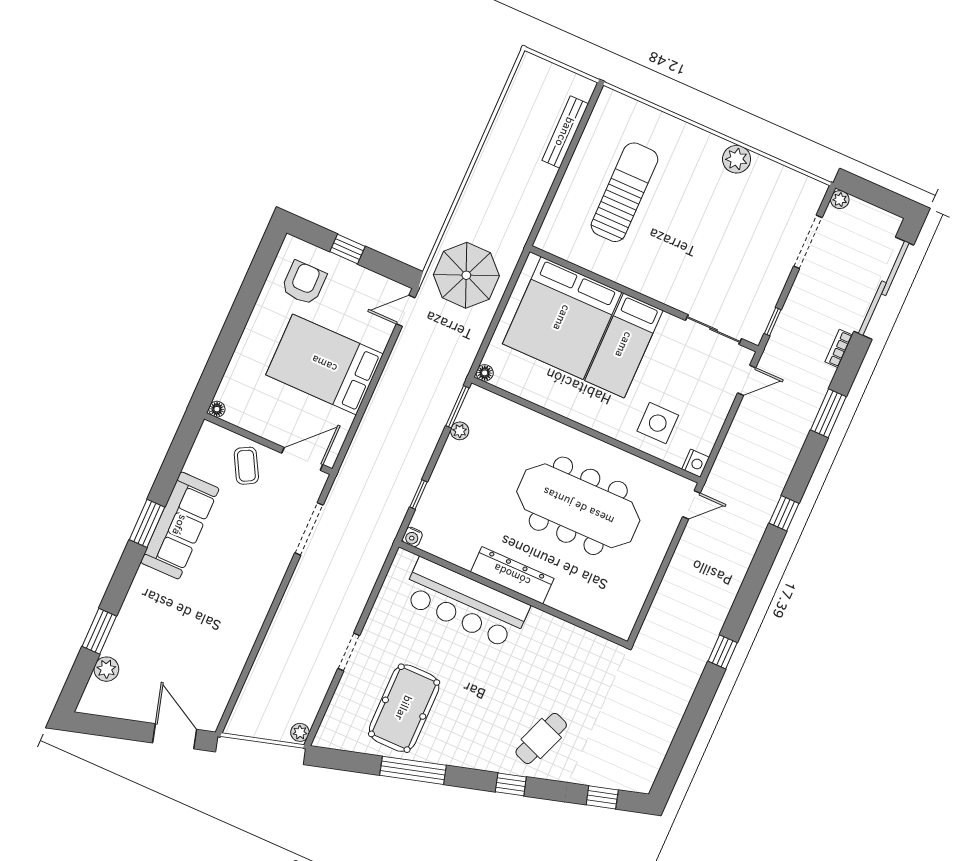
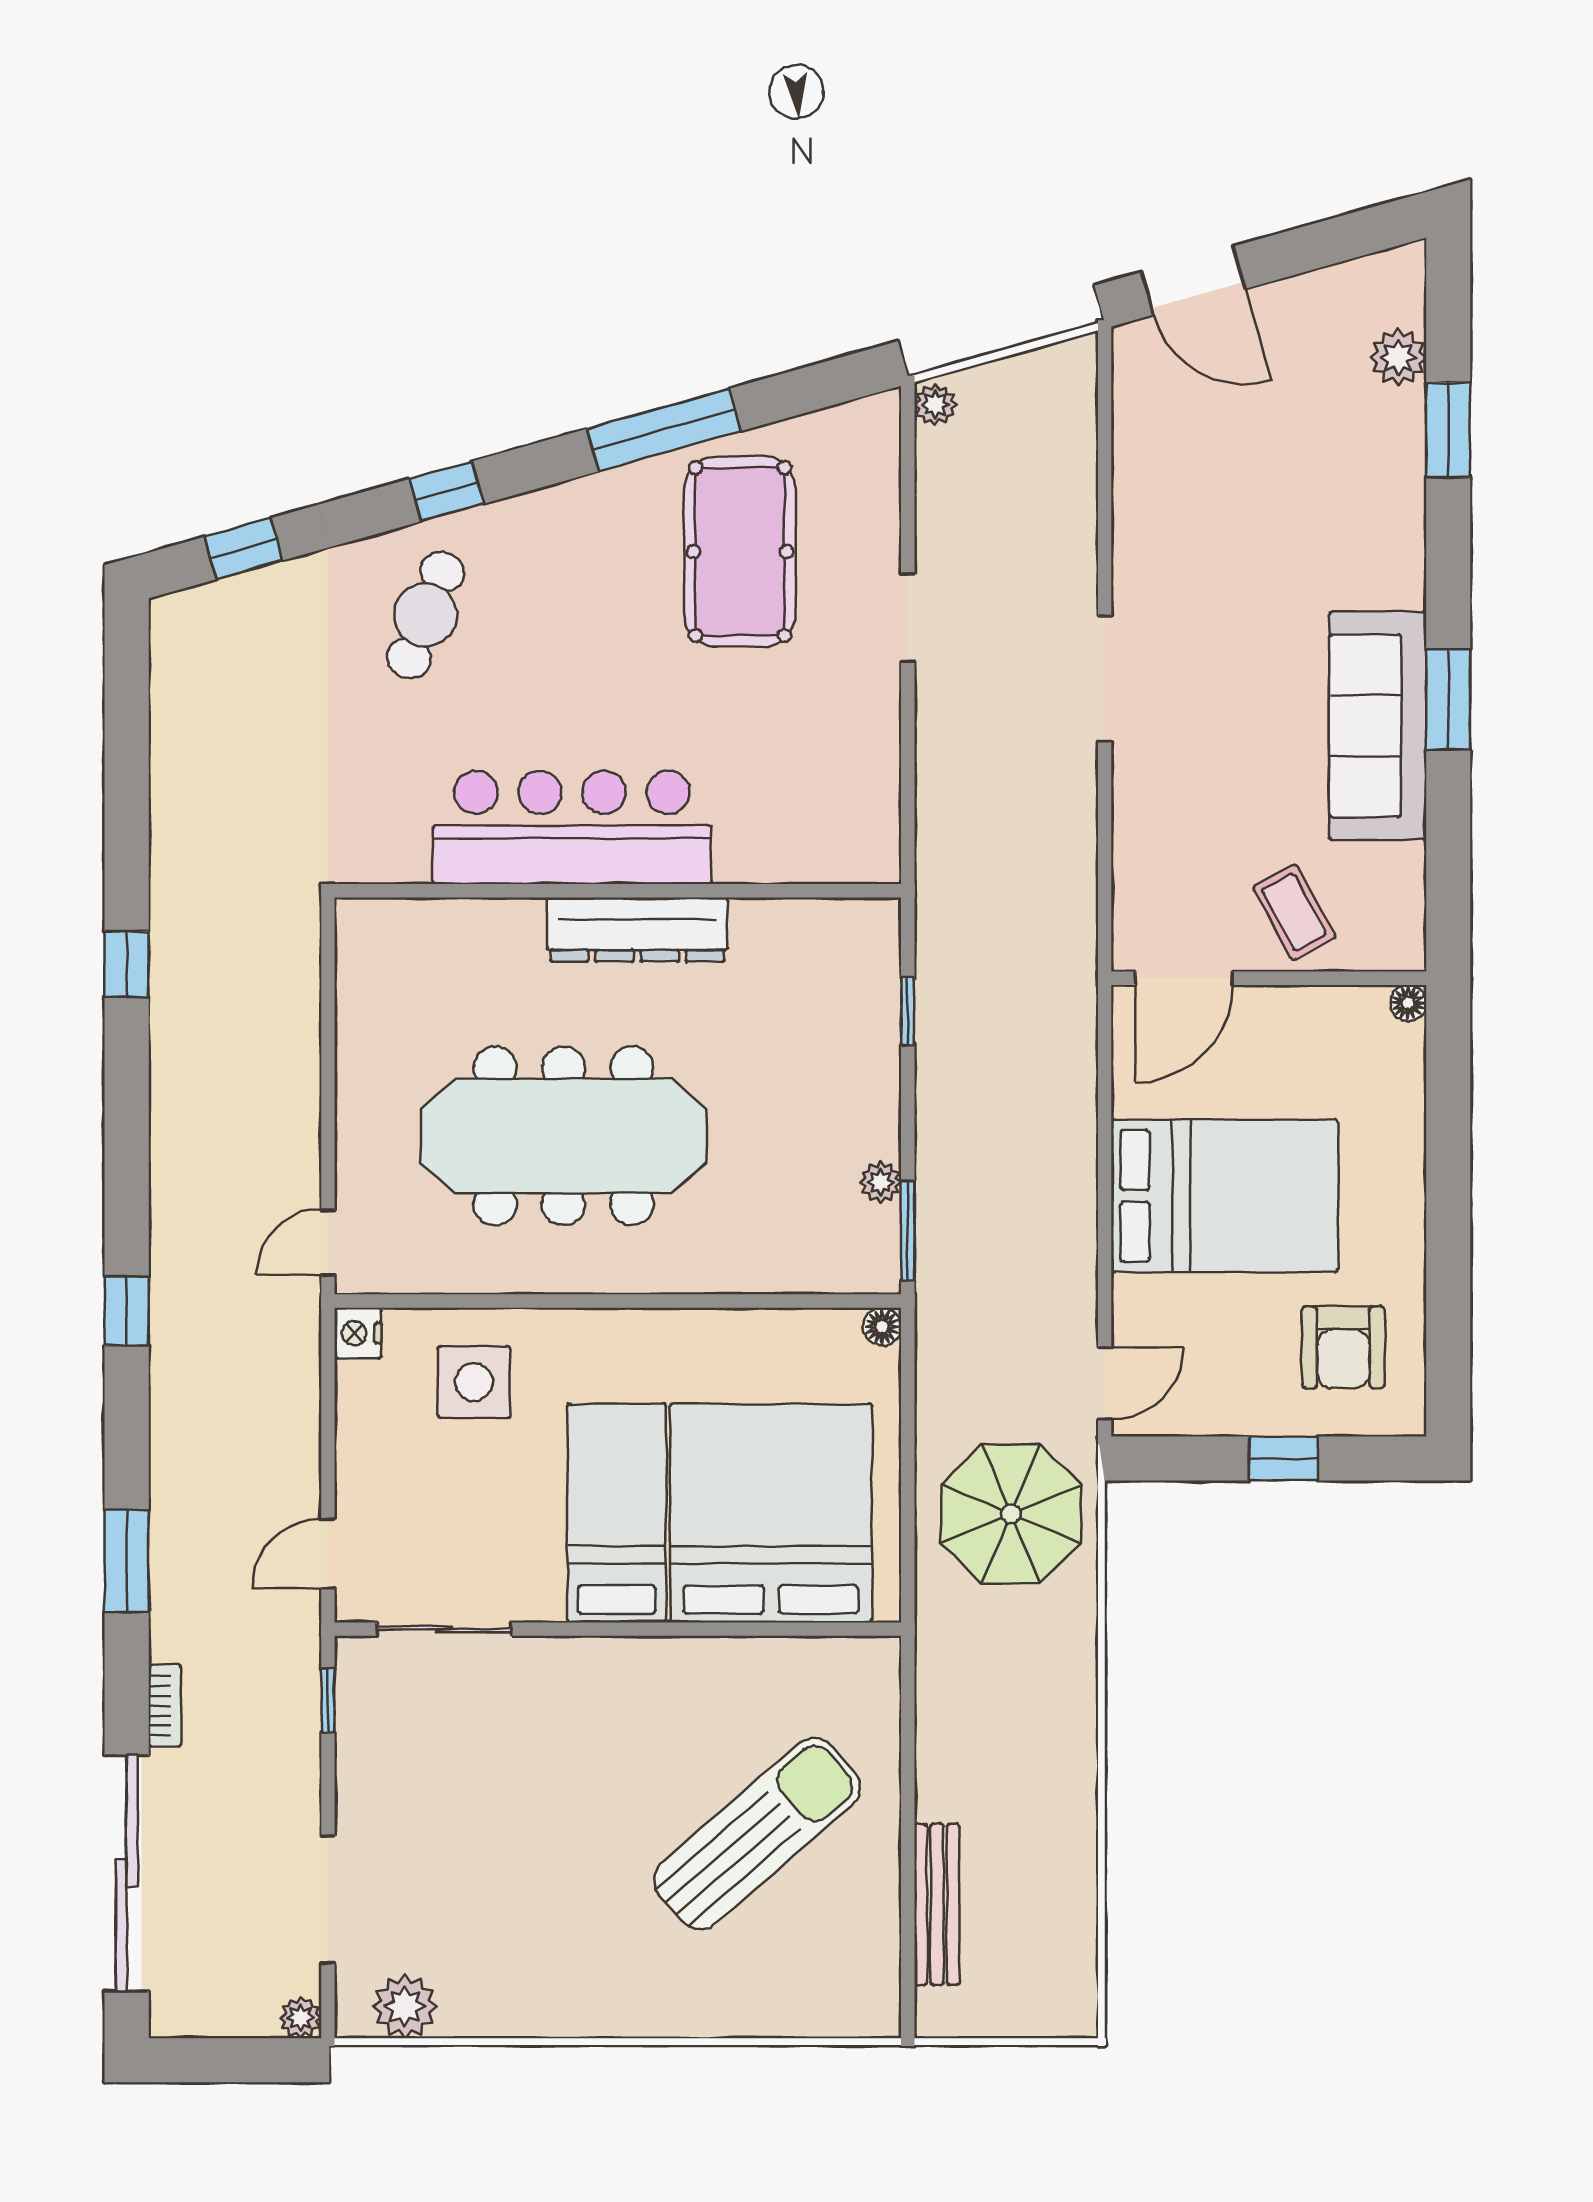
plant: (737, 159) -> (405, 2006), moved
sun lounger: (624, 192) -> (757, 1834), turned -131
doorway: (309, 529) -> (1105, 679), moved
water cooler: (412, 537) -> (881, 917), removed
bar counter: (465, 603) -> (572, 827), moved

